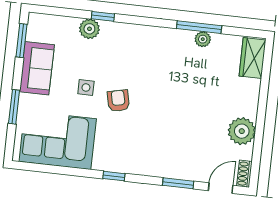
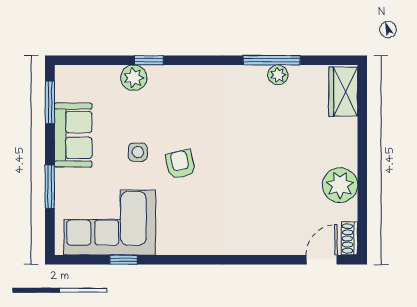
window: (114, 176) -> (124, 260), moved
window: (178, 183) -> (267, 260), removed

